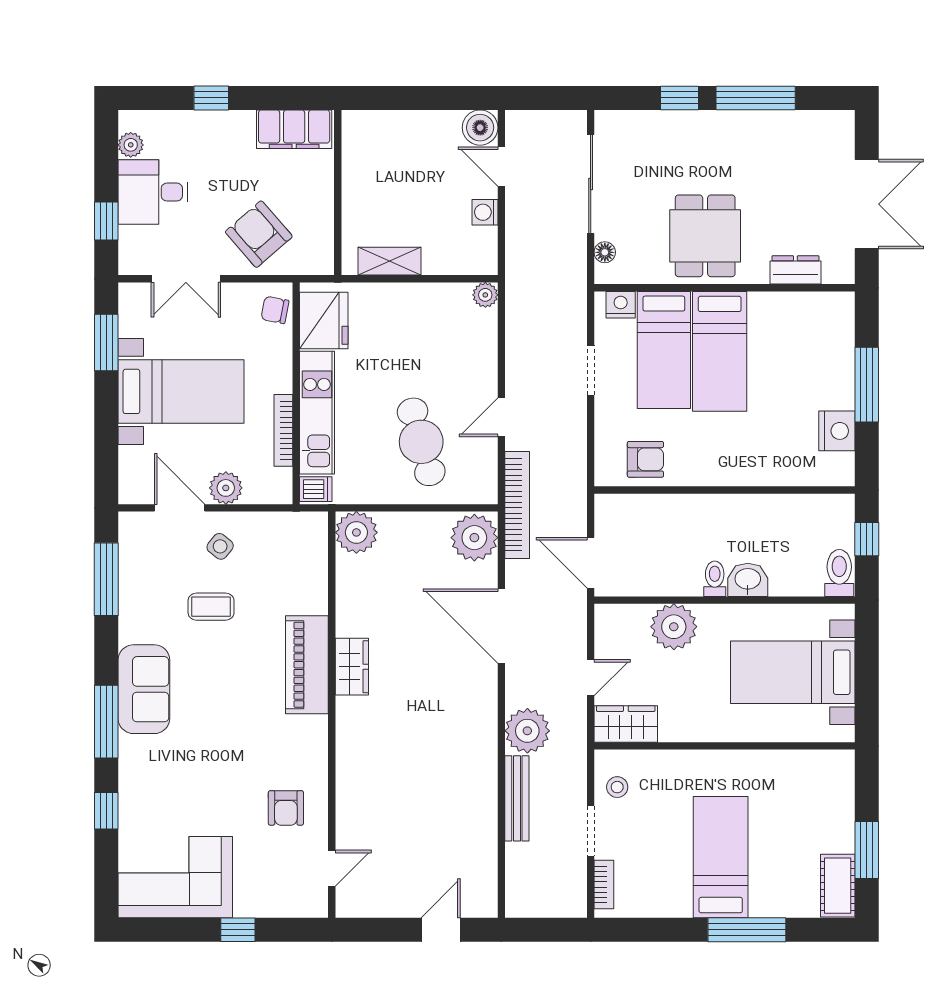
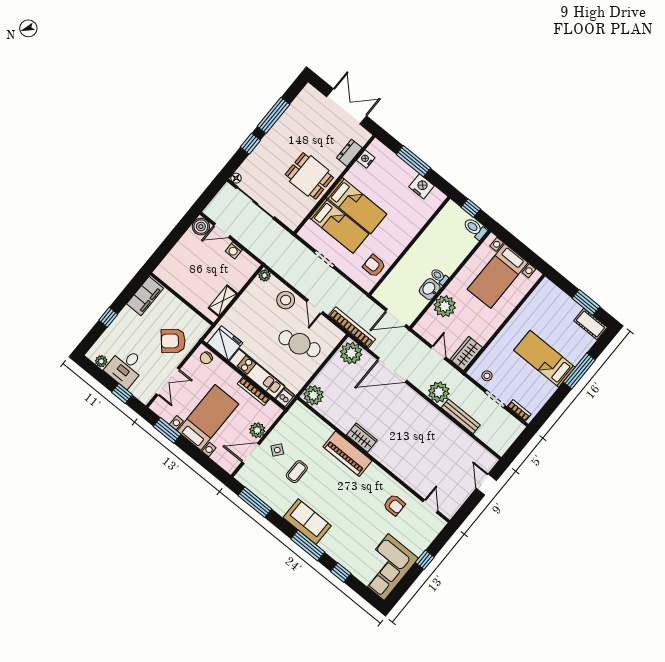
floor lamp: (605, 252) -> (236, 178), moved
nightstand: (621, 305) -> (366, 159), moved
stool: (473, 362) -> (286, 300), added
armchair: (645, 459) -> (374, 266), turned -90
washbasin: (748, 580) -> (430, 289), moved

